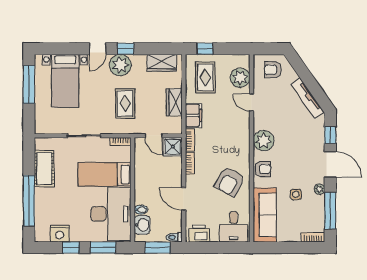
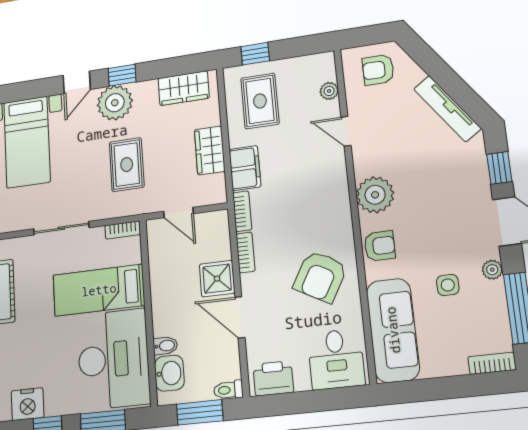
plant: (240, 78) -> (329, 91), width x0.53, depth x0.53
shower: (173, 147) -> (217, 279), moved

